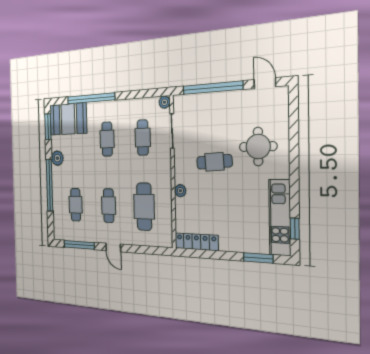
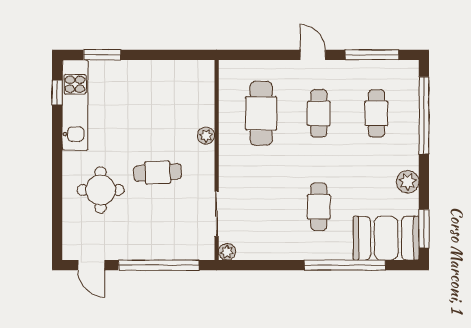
cafe table: (143, 138) -> (261, 207), removed
window: (49, 185) -> (424, 115), moved
locker: (196, 242) -> (184, 70), removed

